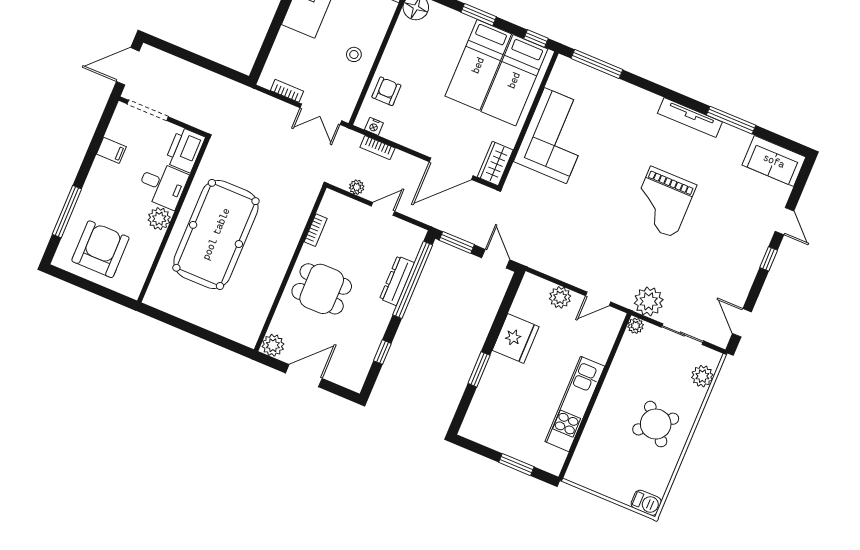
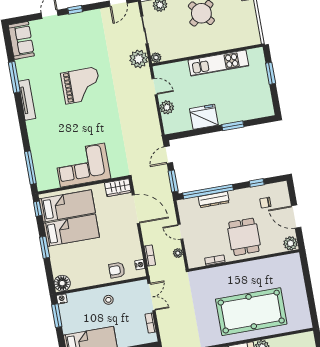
chair: (349, 347) -> (265, 203), added

